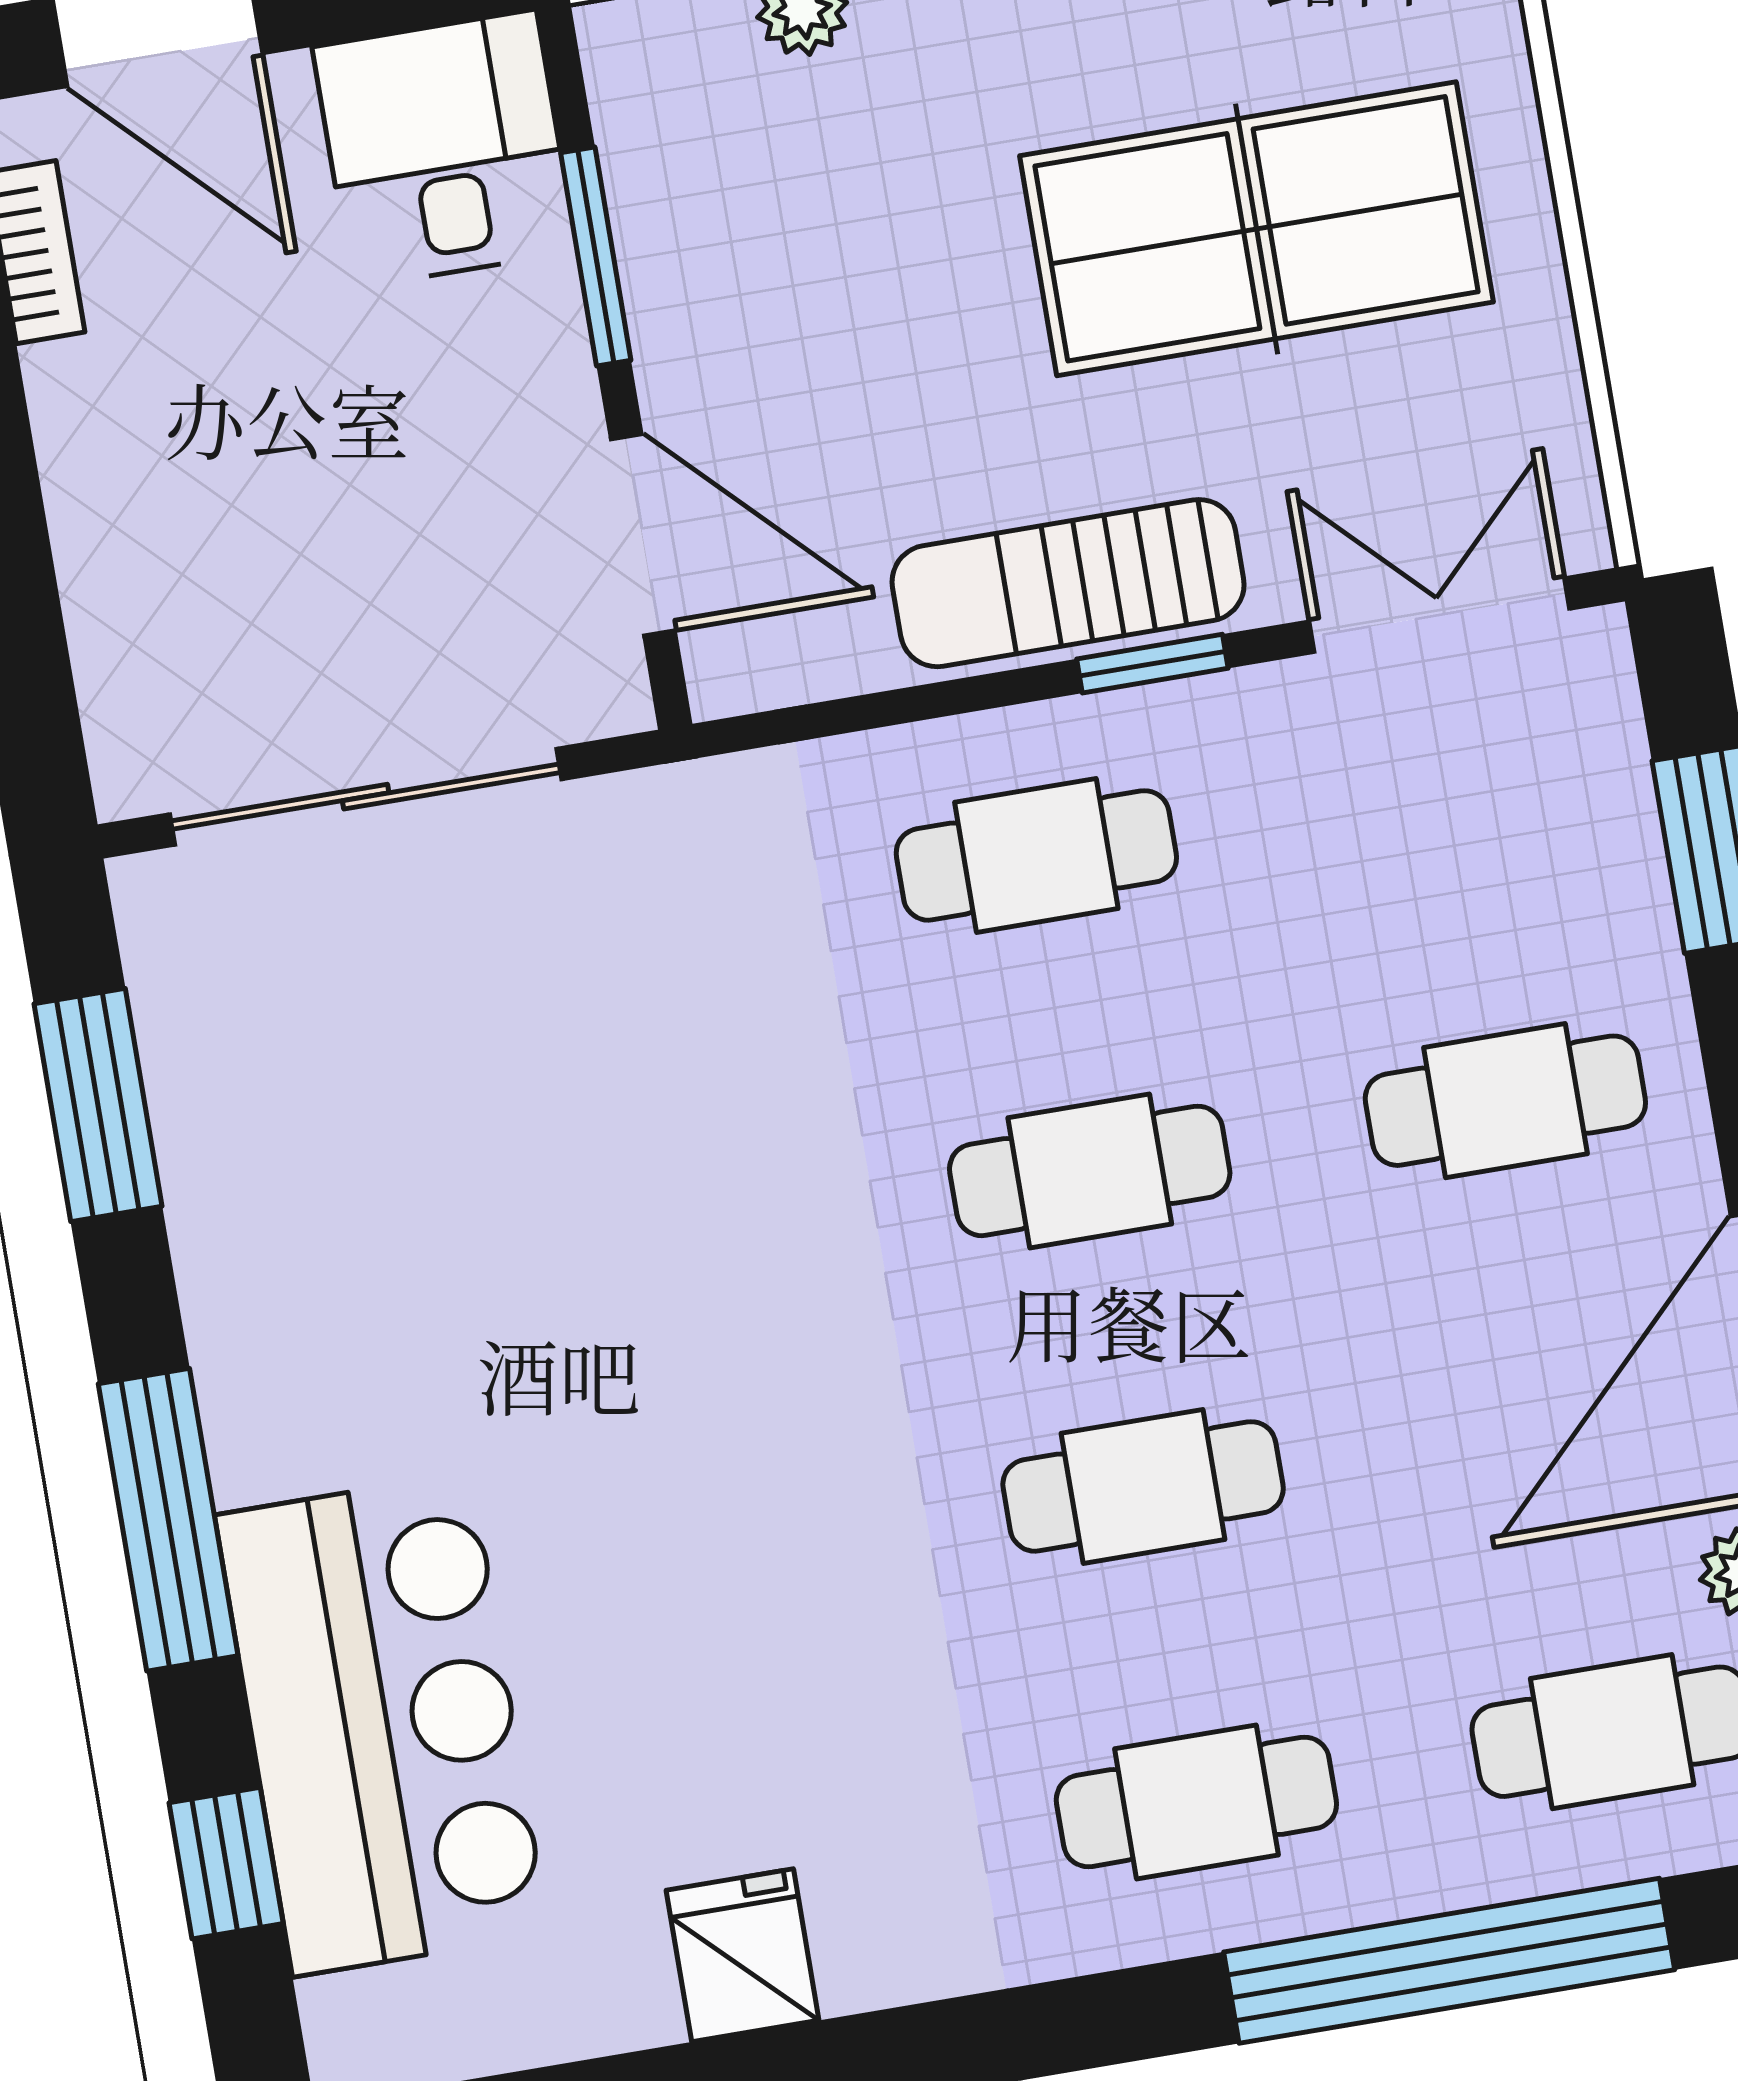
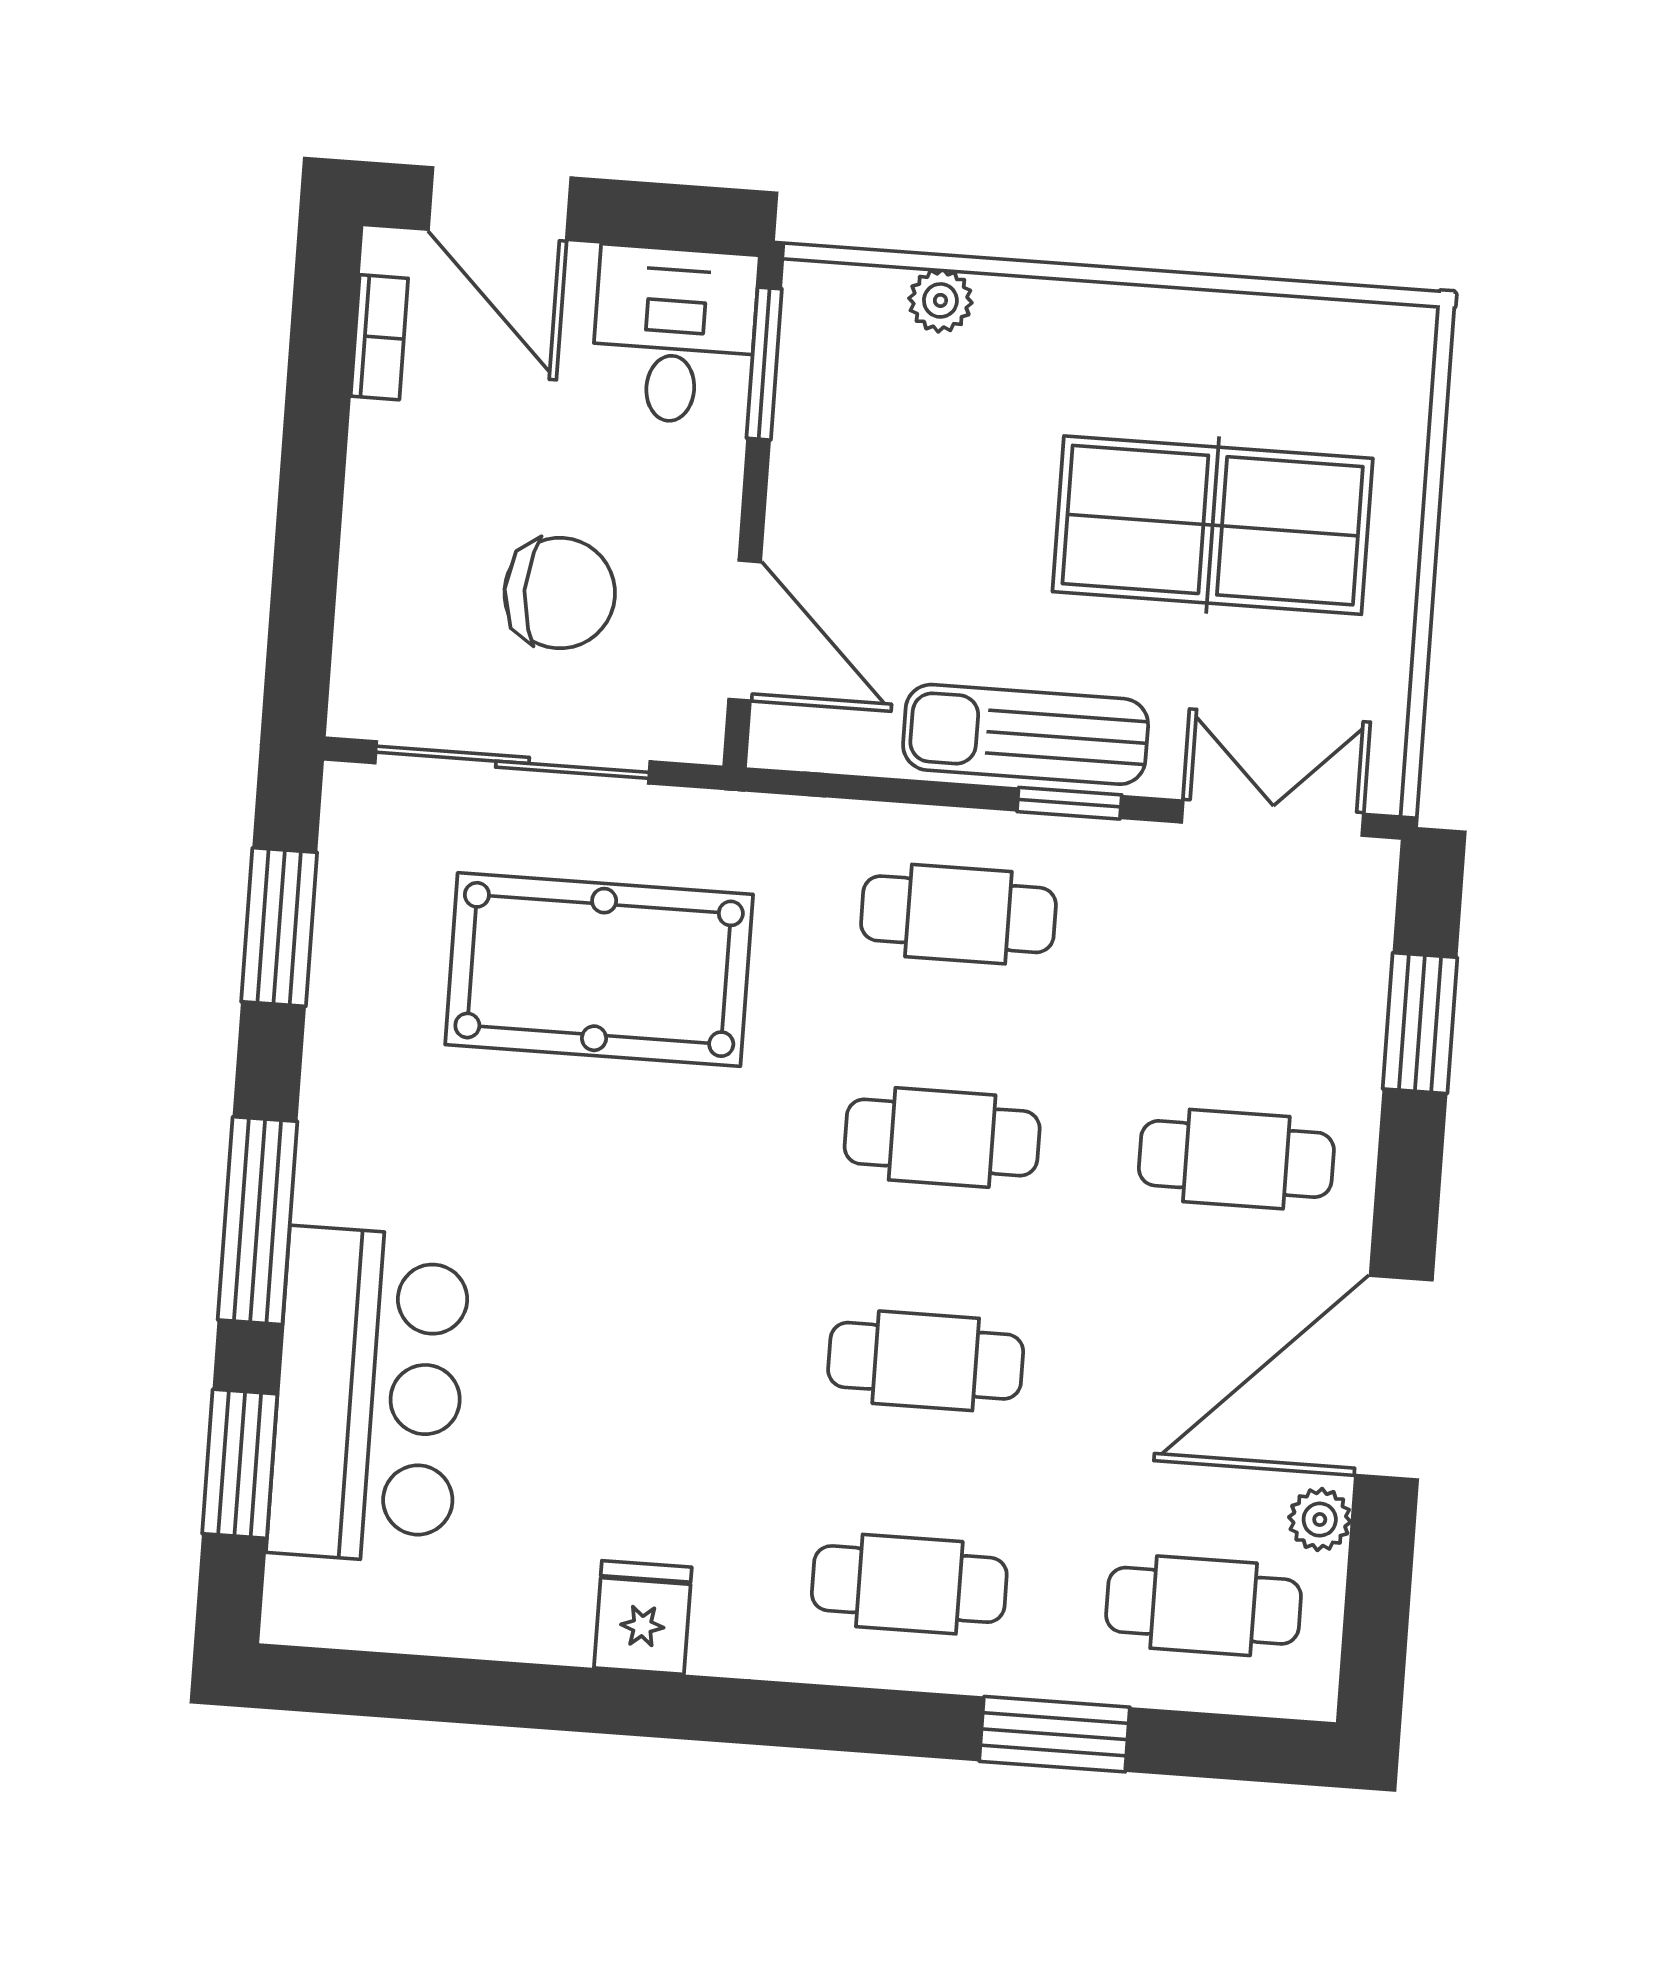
window: (596, 257) -> (764, 364), moved
chair: (373, 546) -> (560, 593), added
pool table: (556, 1055) -> (599, 969), added
window: (226, 1863) -> (240, 1464), width x1.50
fridge: (743, 1955) -> (643, 1617), moved
window: (1449, 1961) -> (1055, 1734), width x0.47

